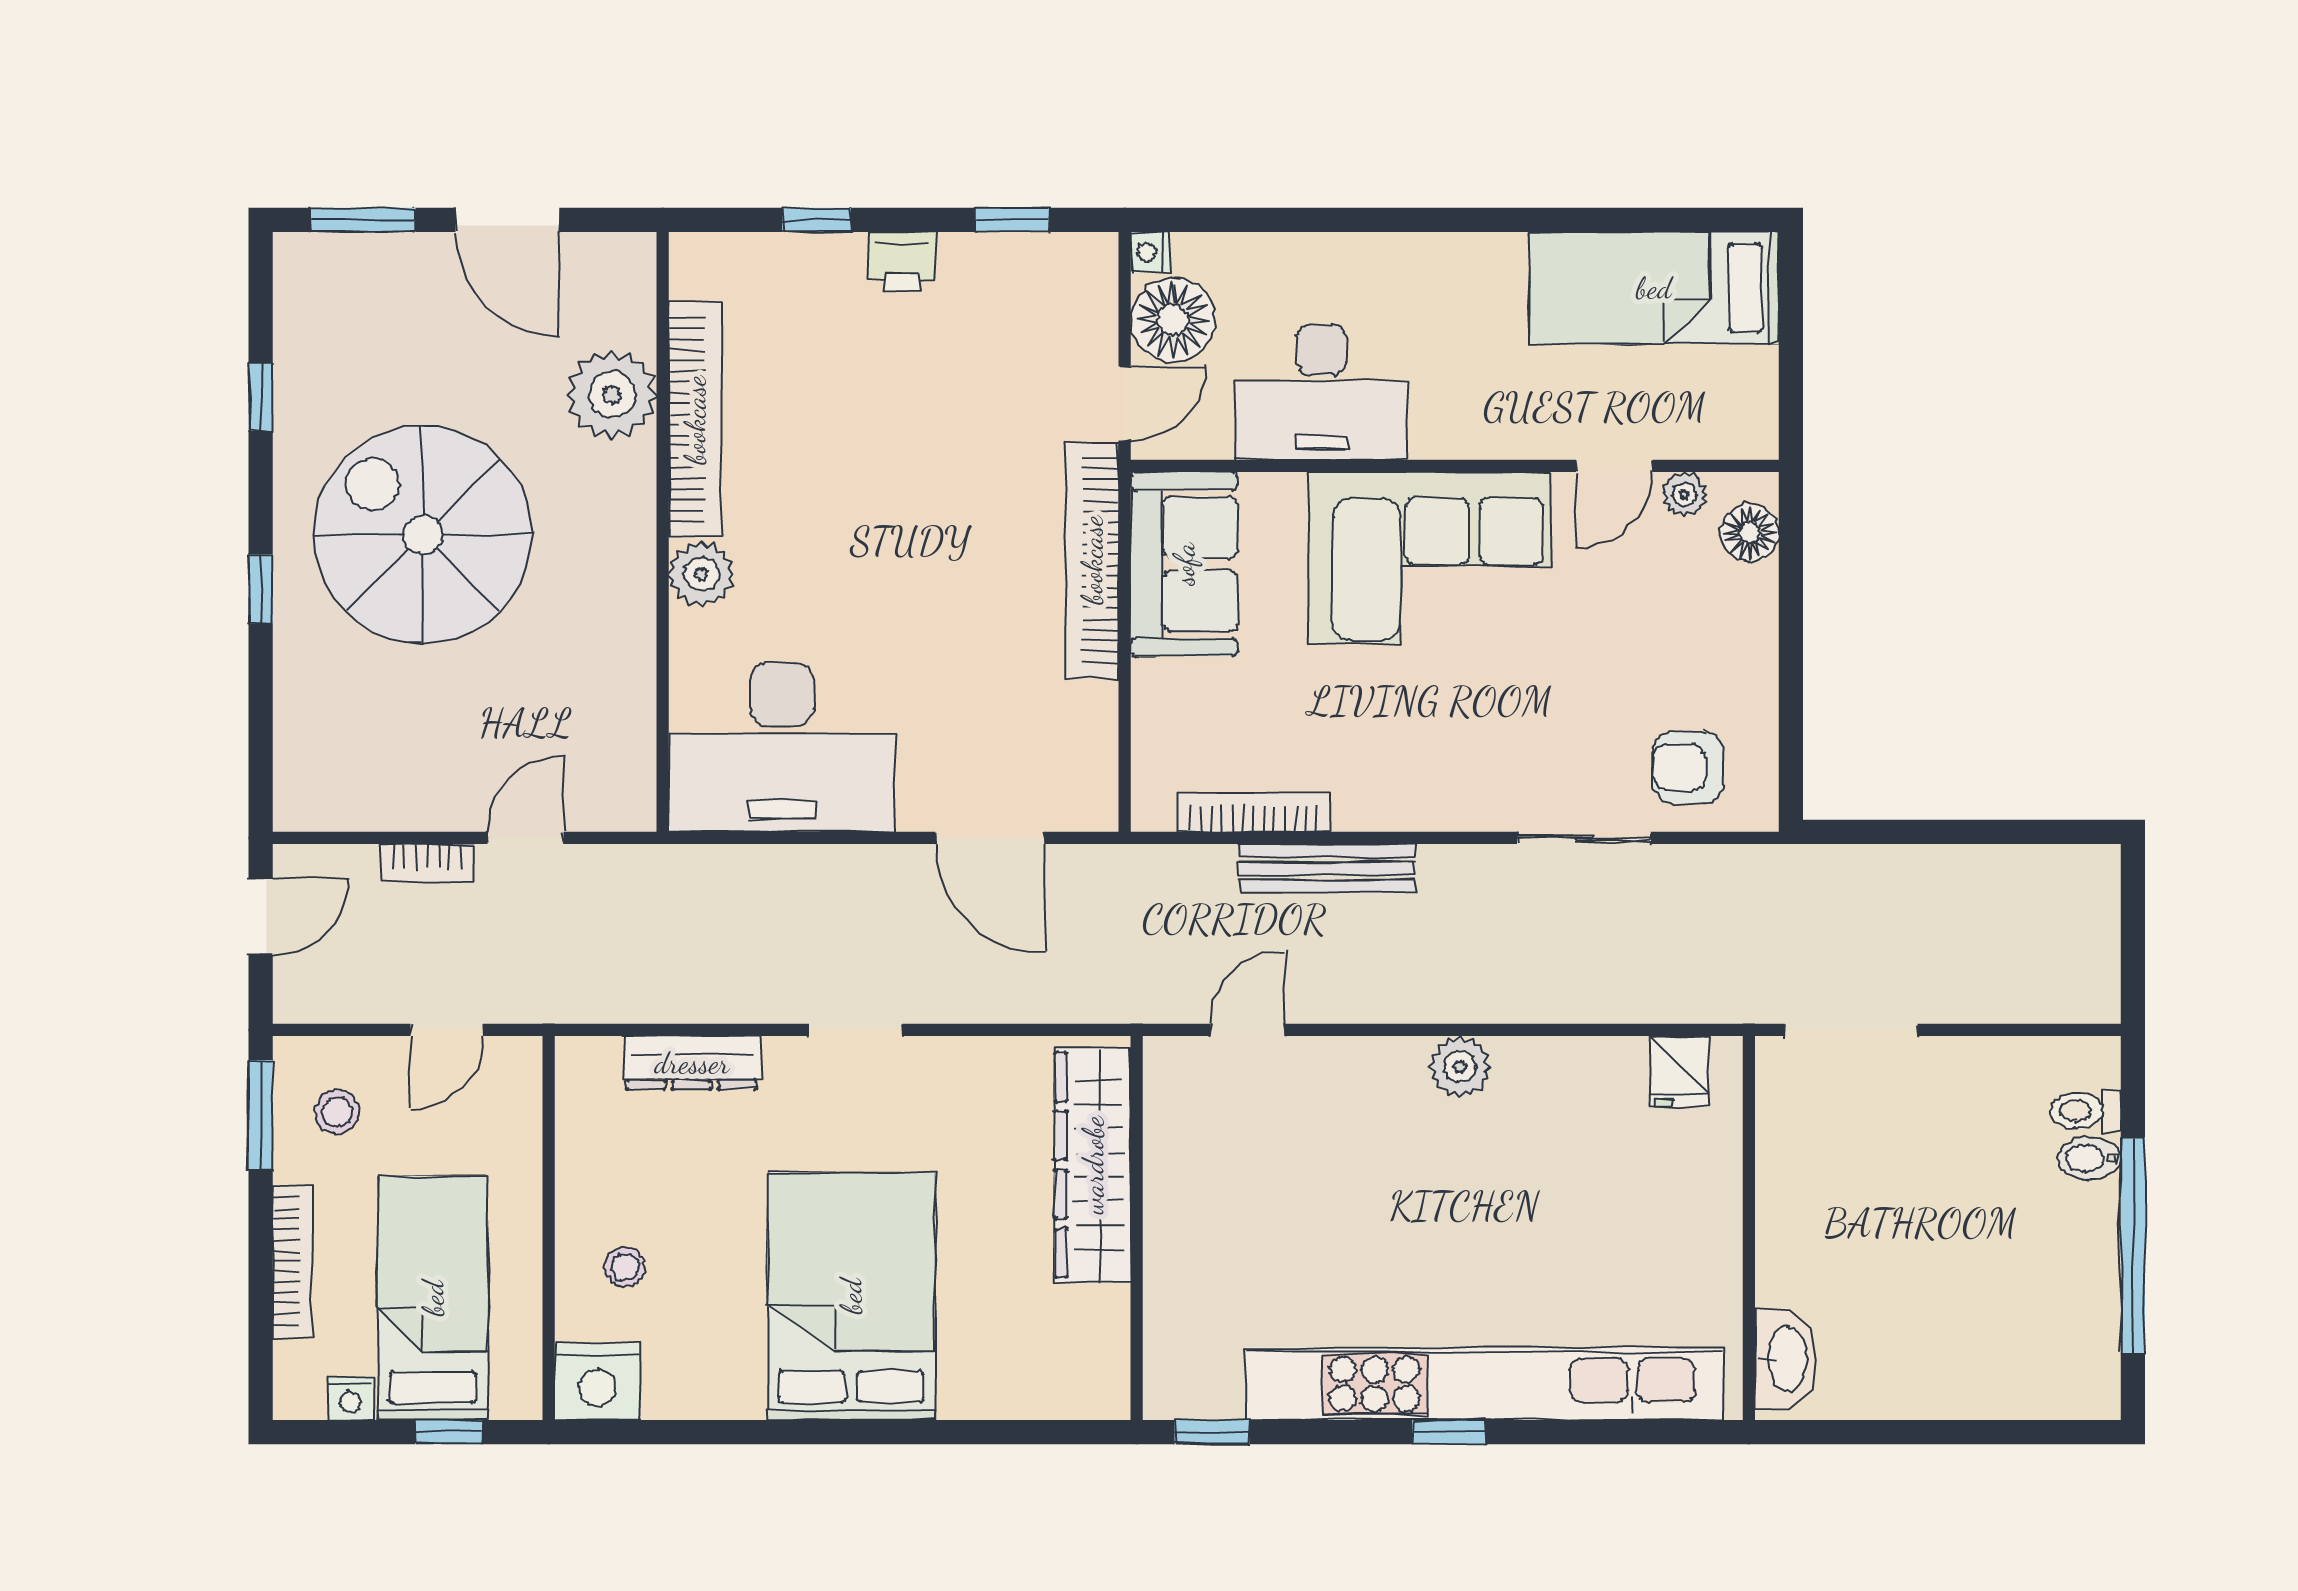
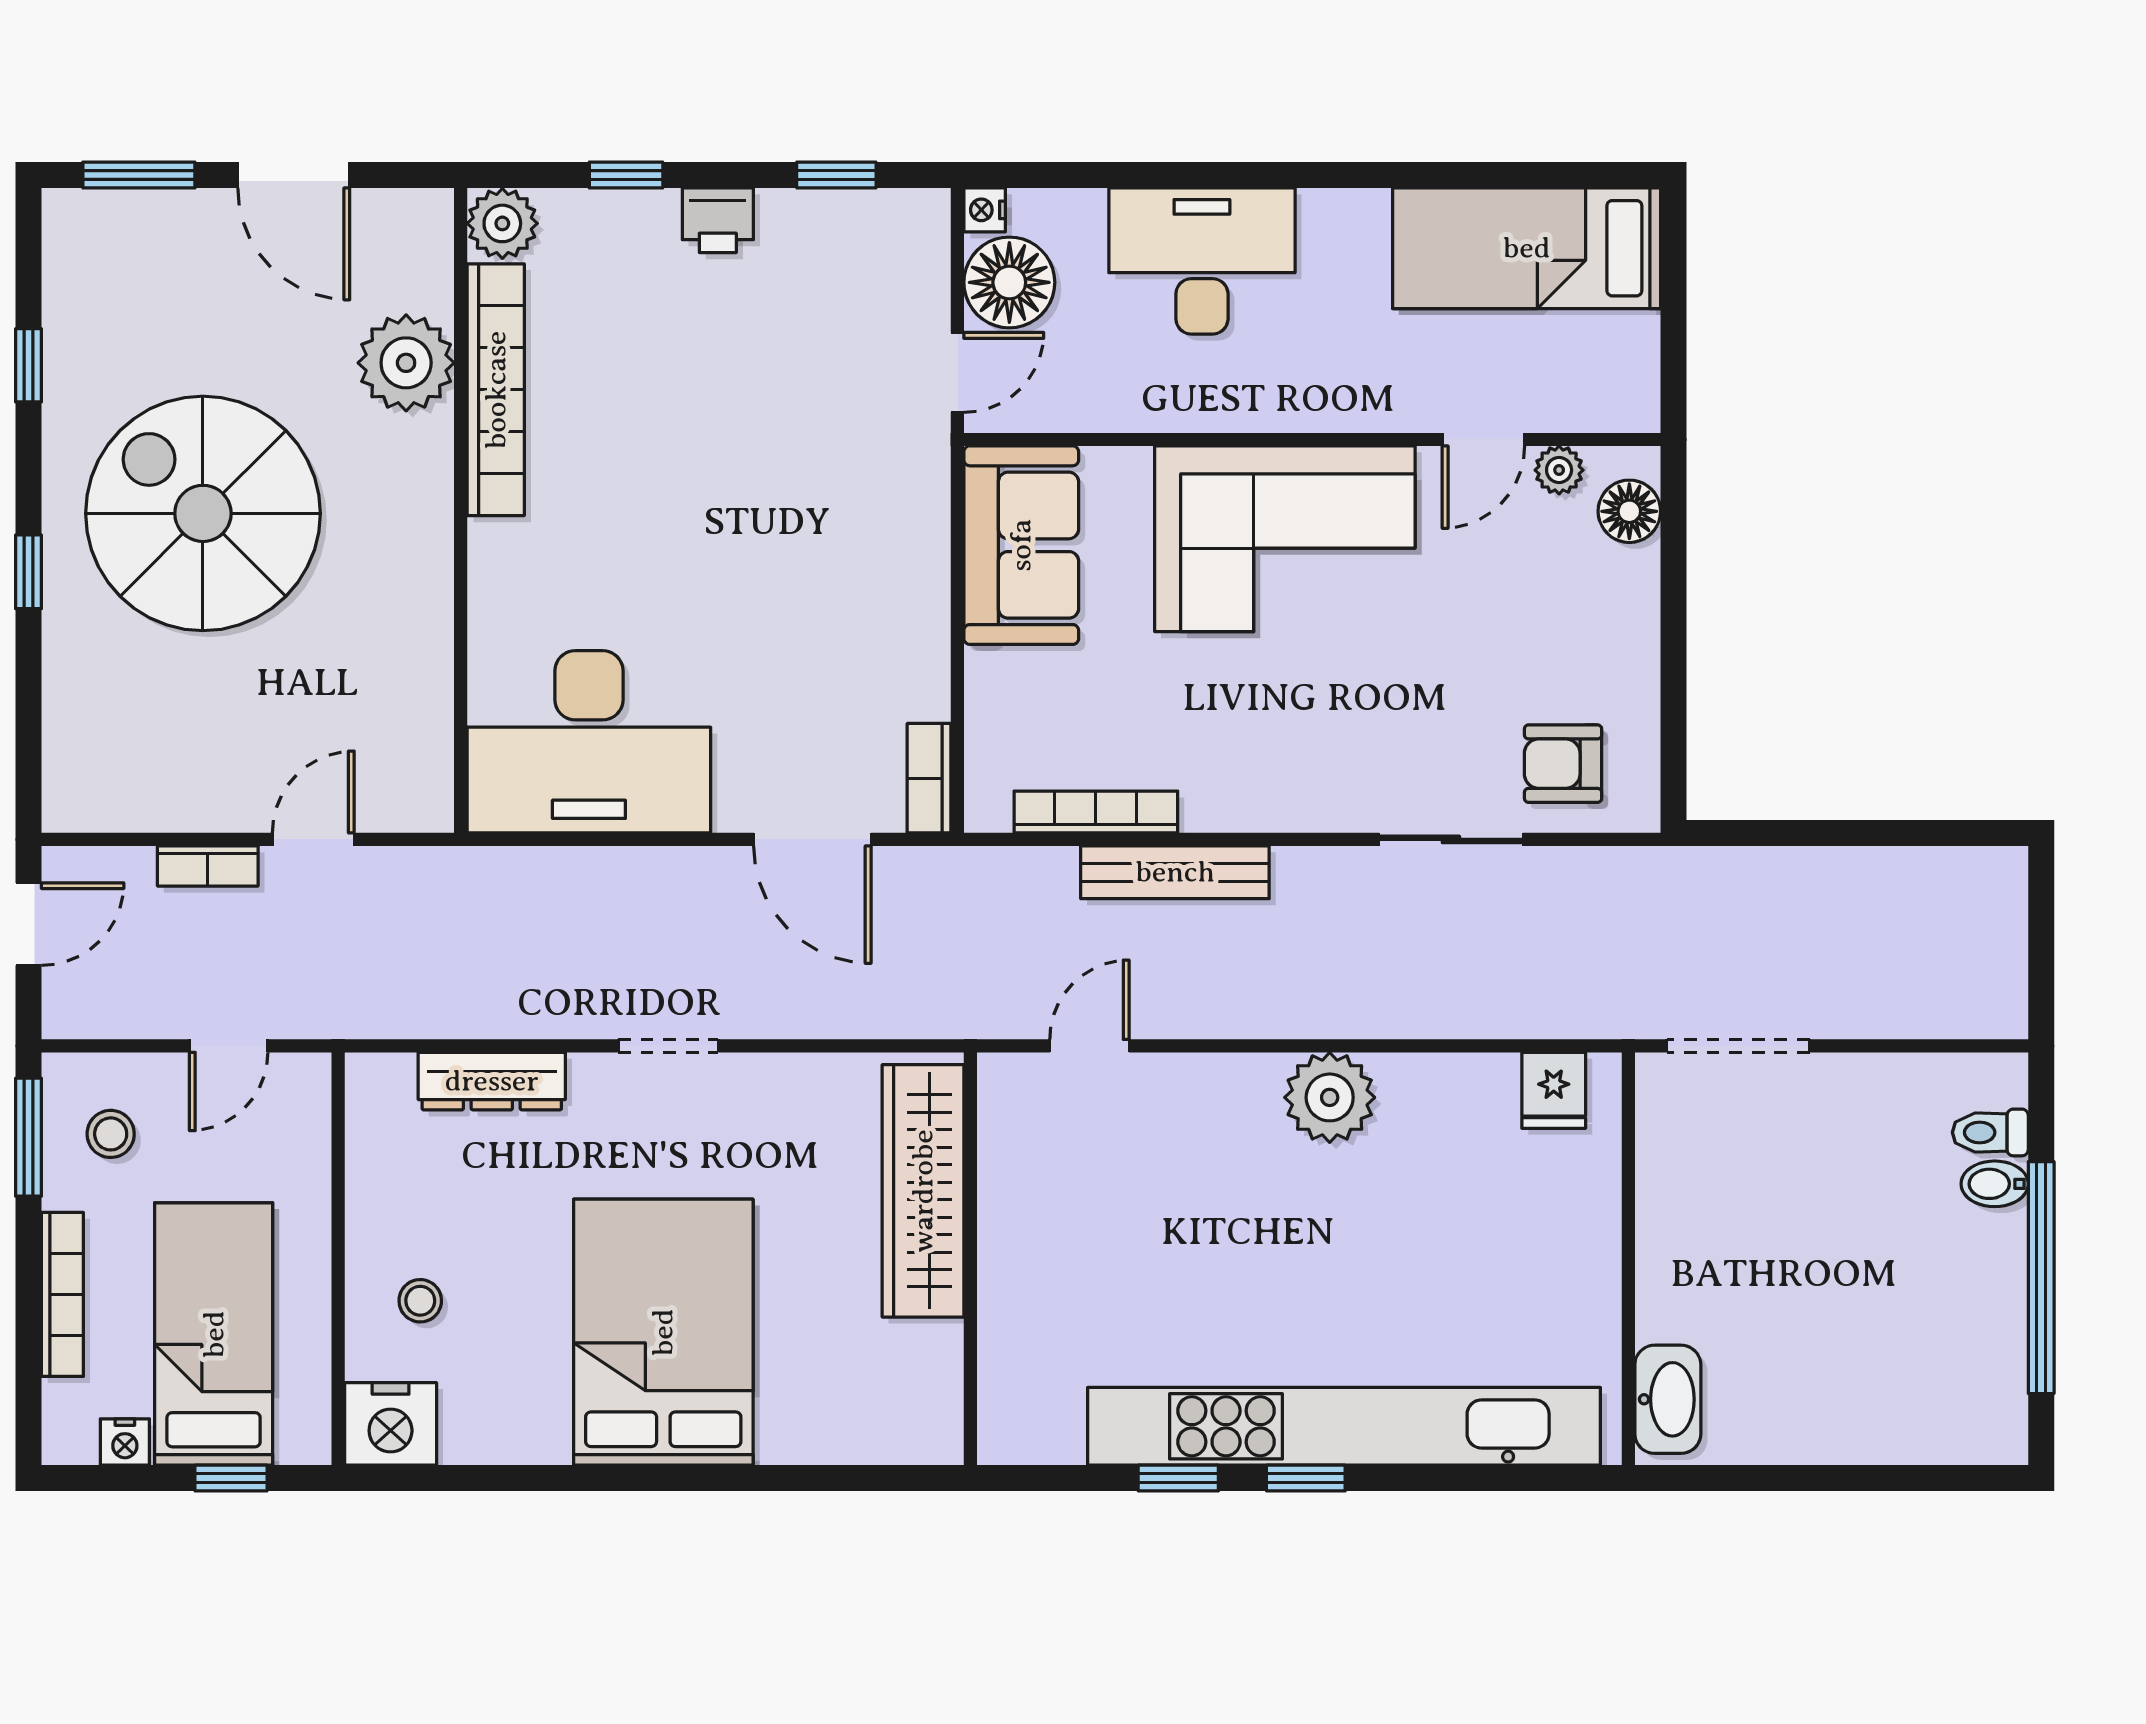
desk: (1322, 392) -> (1202, 261), moved, turned 180
bookcase: (1092, 560) -> (929, 778), moved, width x0.43, depth x0.76
plant: (701, 574) -> (502, 223), moved
plant: (1460, 1067) -> (1330, 1097), width x1.36, depth x1.36
window: (1212, 1432) -> (1178, 1478), moved

